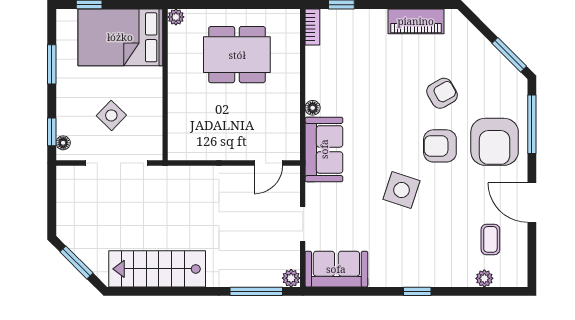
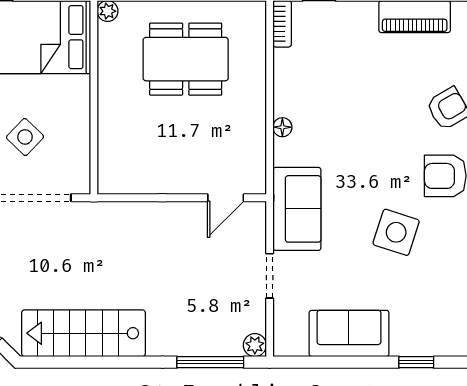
sofa: (324, 149) -> (297, 209), moved
sofa: (336, 269) -> (349, 333), moved

